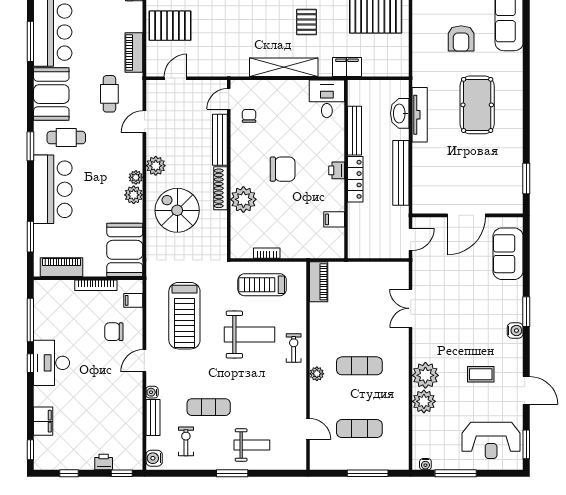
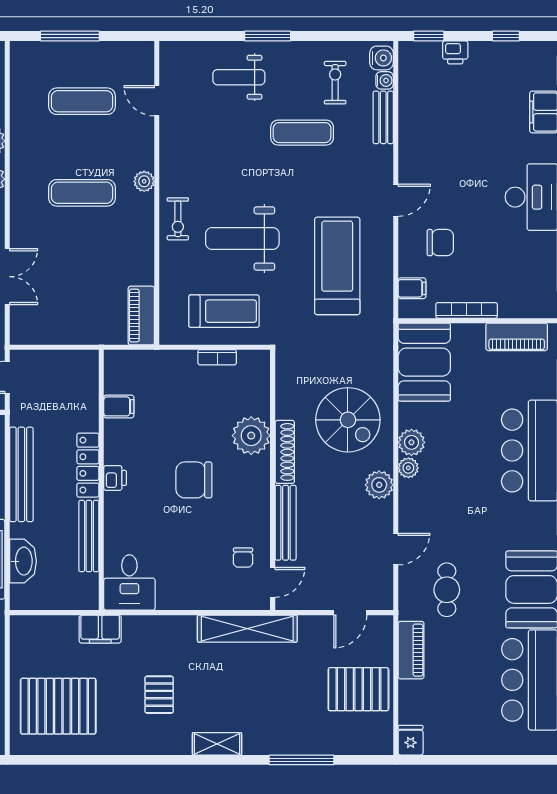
shelving: (284, 67) -> (247, 629), moved
cafe table: (66, 138) -> (510, 526), removed
water cooler: (152, 392) -> (385, 80), moved
exercise bike: (186, 441) -> (335, 83), turned 180

